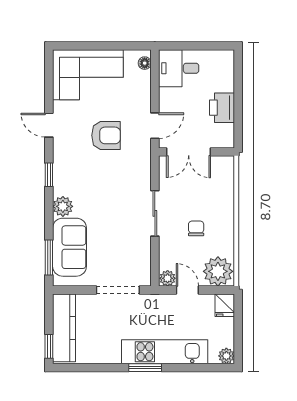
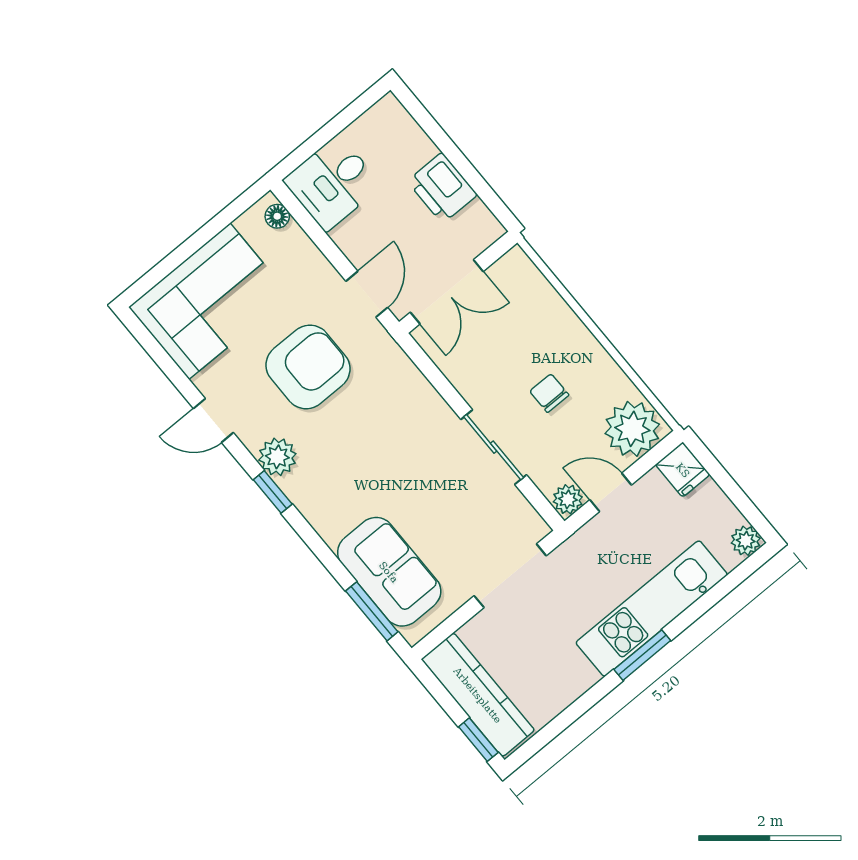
armchair: (106, 135) -> (308, 367), width x1.36, depth x1.36
plant: (63, 206) -> (277, 457), moved
sliding door: (155, 213) -> (494, 447), moved

